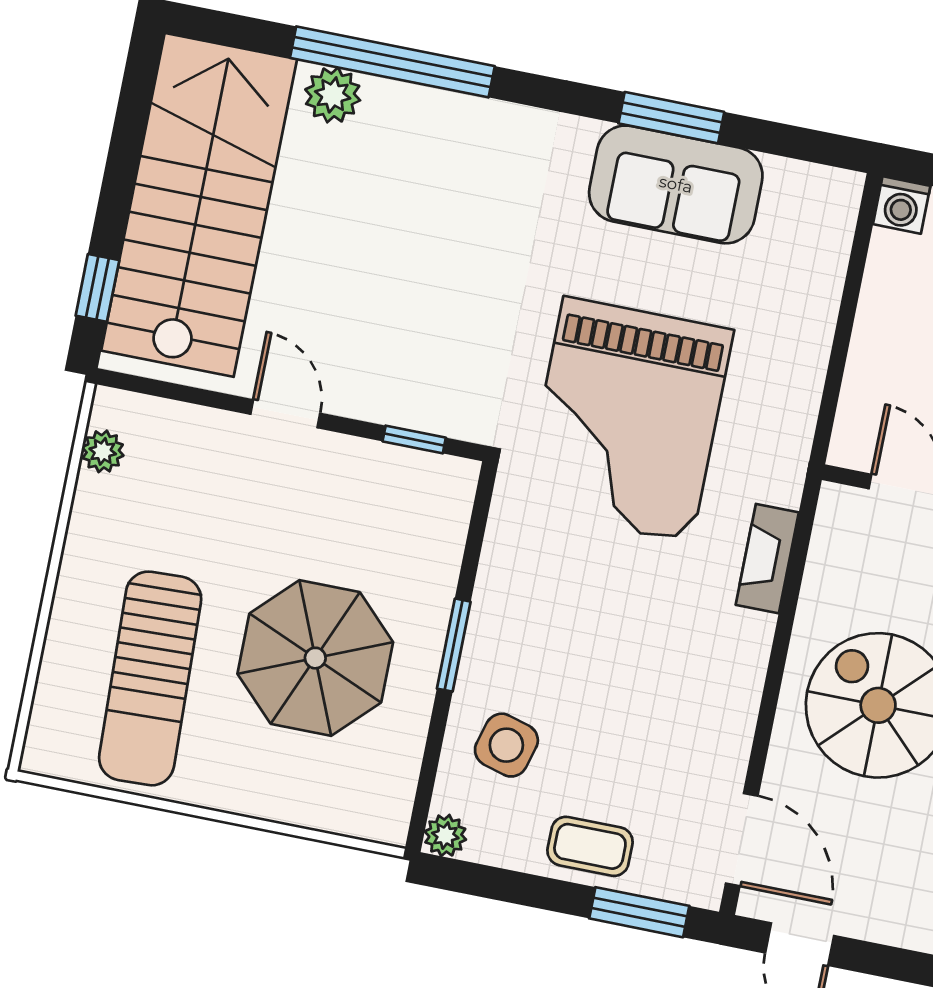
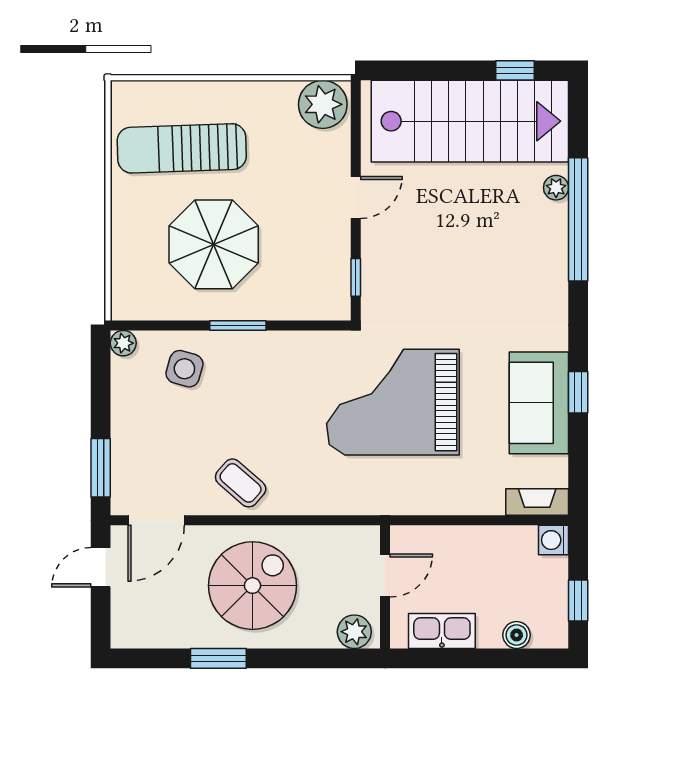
plant: (333, 95) -> (556, 188), width x0.73, depth x0.73
window: (671, 118) -> (578, 392), width x0.67
window: (97, 288) -> (515, 70), moved
plant: (103, 451) -> (323, 104), width x1.87, depth x1.87
fireplace: (767, 559) -> (537, 502), moved
coffee table: (590, 846) -> (241, 483), moved, turned -49

